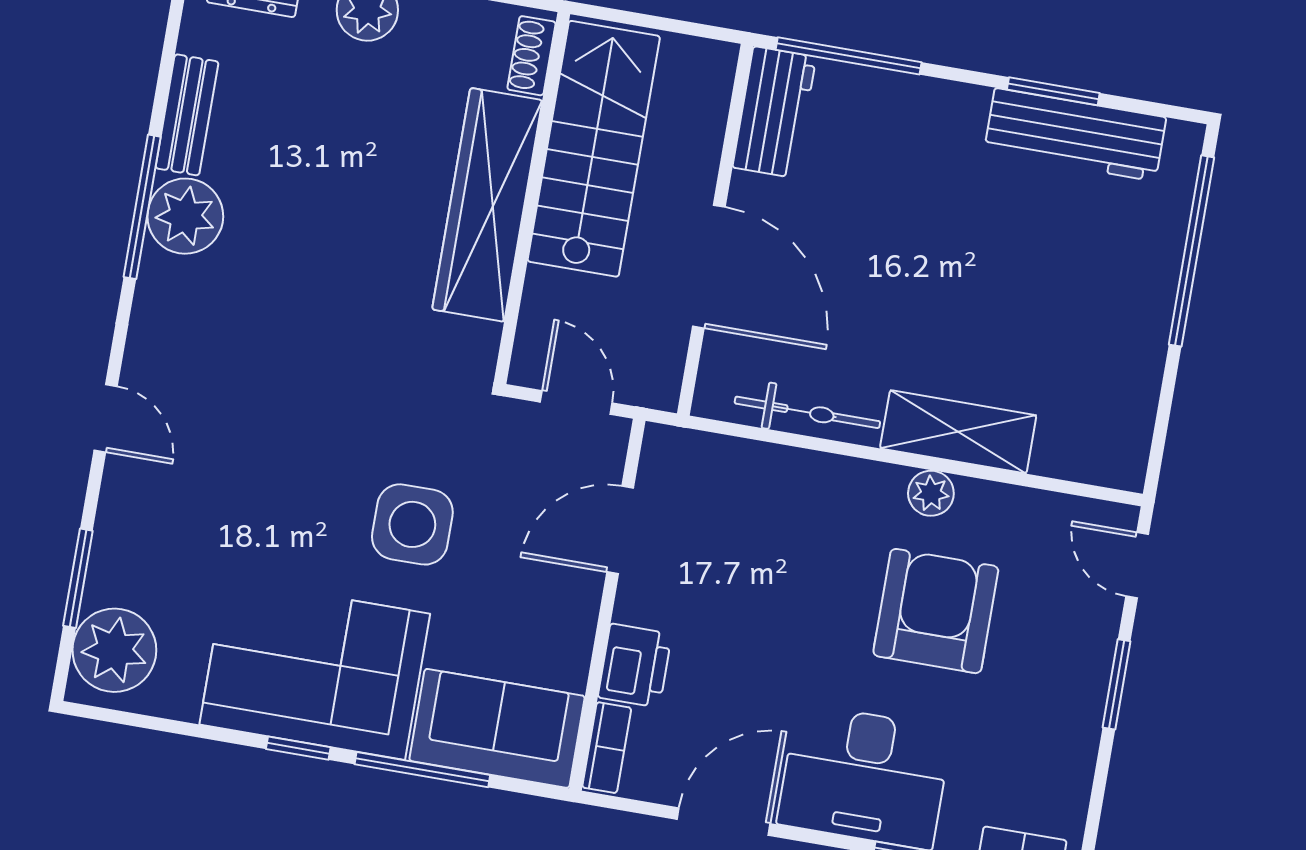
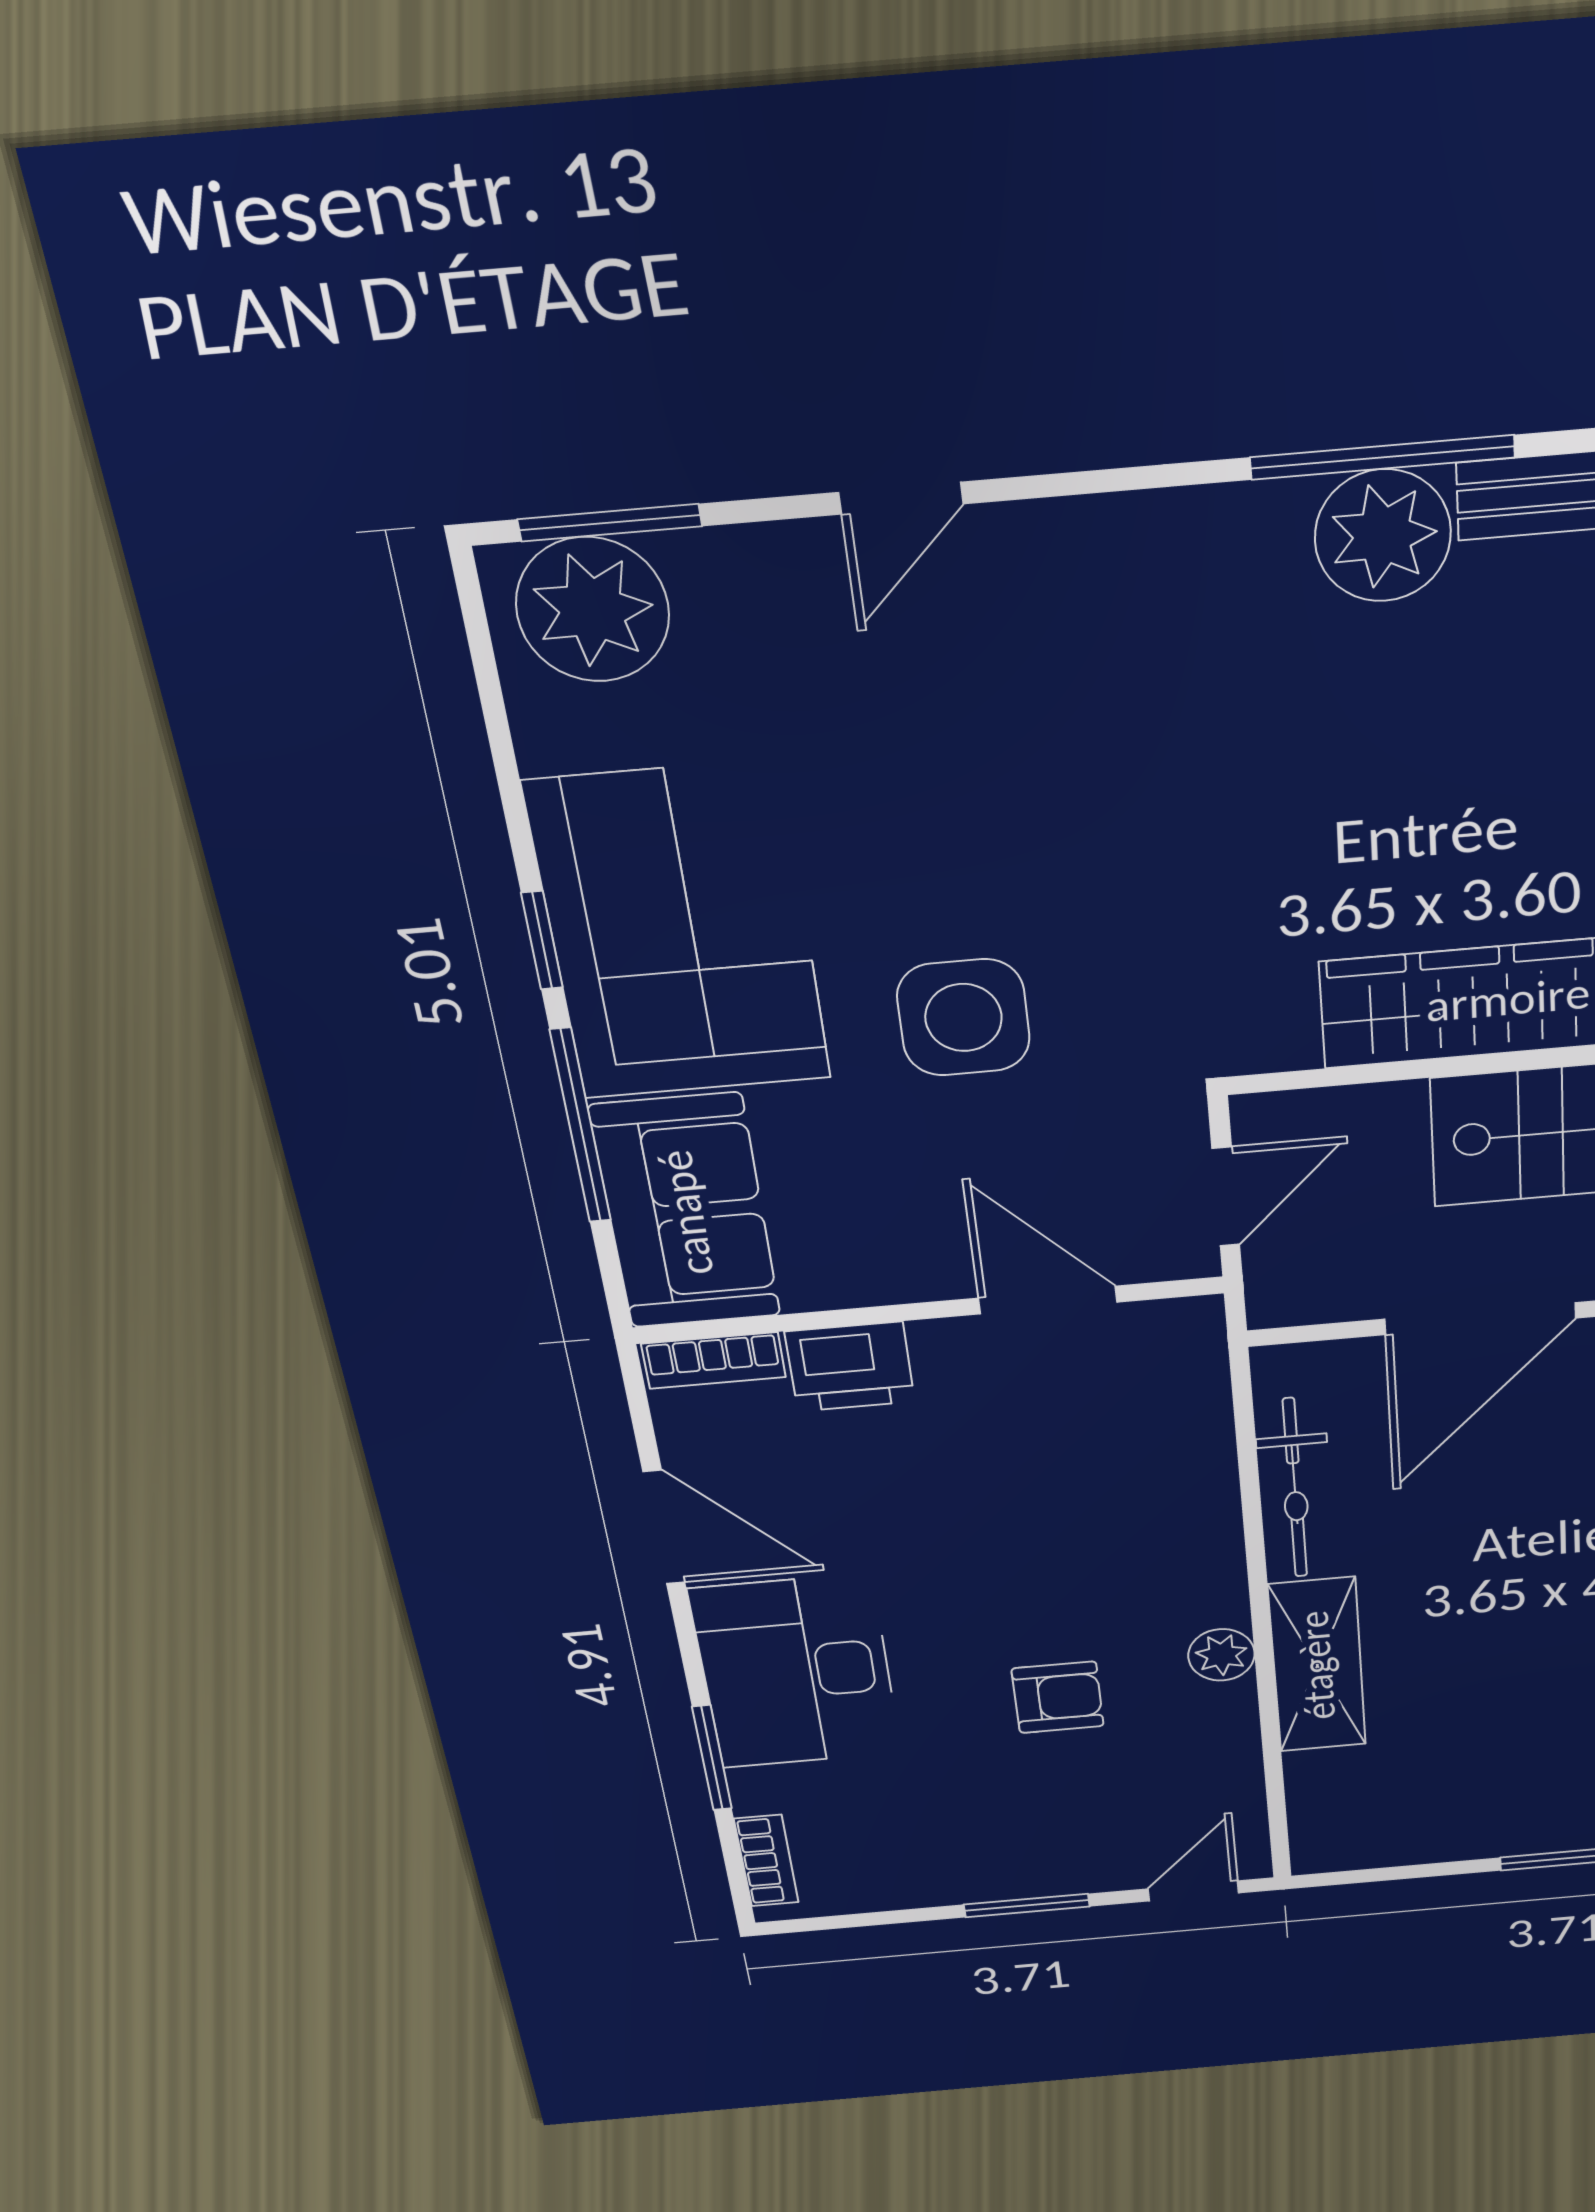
door: (106, 418) -> (901, 498), moved
window: (78, 578) -> (610, 523), moved
armchair: (936, 611) -> (1058, 1697), width x0.53, depth x0.53

